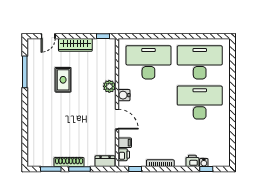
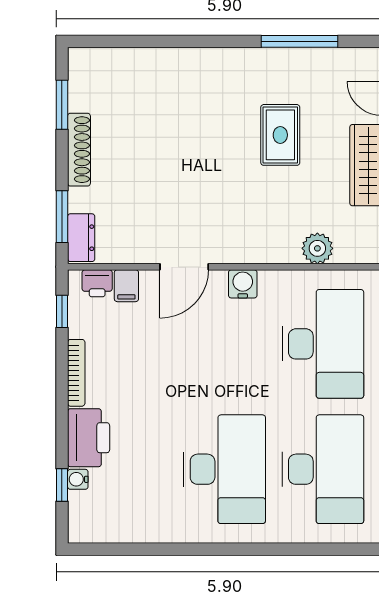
rug: (63, 80) -> (280, 135), turned 90
plant: (109, 86) -> (317, 248), moved
printer: (192, 161) -> (89, 438), width x1.87, depth x1.48
window: (80, 169) -> (62, 217), moved

